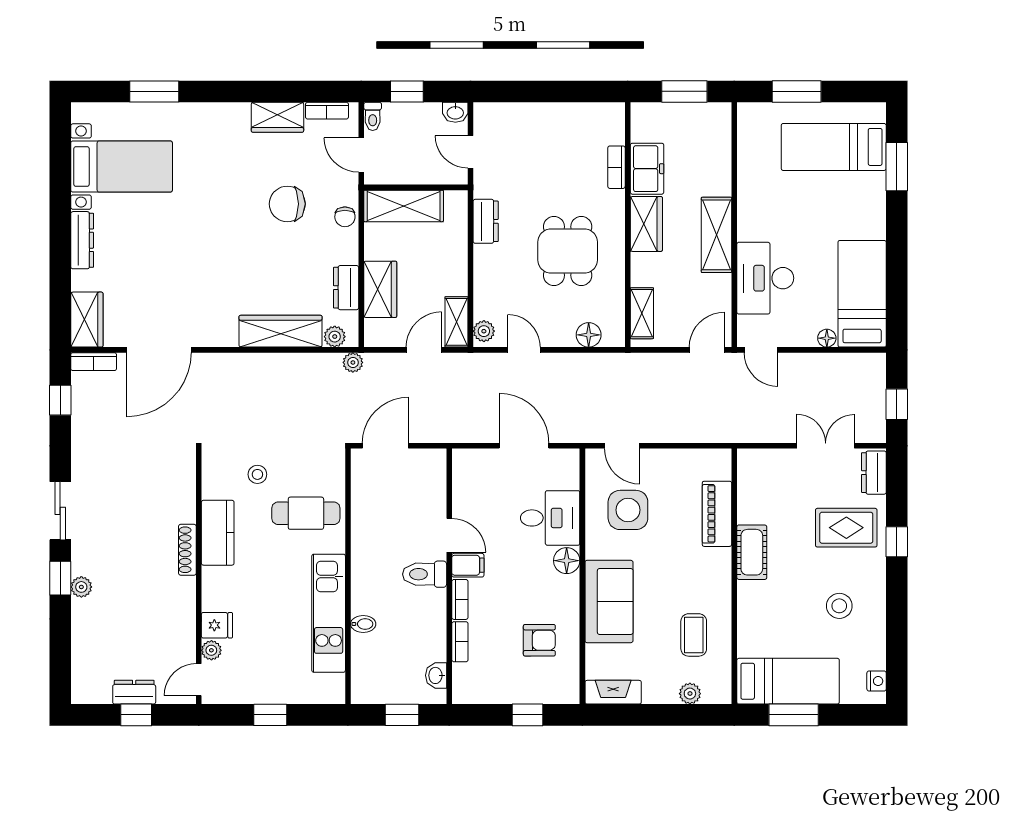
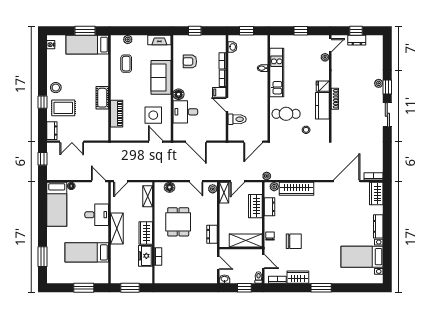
window: (154, 91) -> (321, 288), moved
bed: (834, 147) -> (87, 252), moved, turned 180
desk: (765, 278) -> (97, 215), width x0.73
window: (60, 400) -> (387, 160), removed
toilet: (425, 574) -> (237, 119), moved
stool: (839, 606) -> (56, 88), moved
fridge: (217, 625) -> (323, 86), moved

